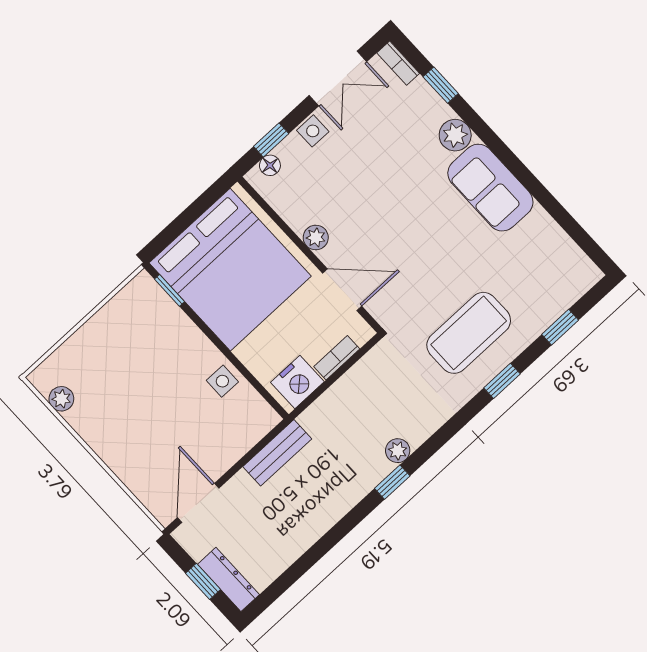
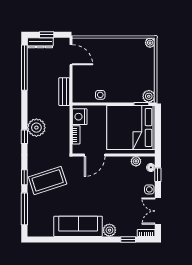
sofa: (490, 188) -> (78, 226), width x1.36
plant: (316, 237) -> (136, 161), moved
plant: (143, 290) -> (149, 96), added
window: (560, 327) -> (24, 209), width x2.17
coffee table: (469, 333) -> (48, 180), turned 72
plant: (61, 399) -> (150, 43), moved
plant: (398, 451) -> (36, 128), width x1.88, depth x1.88
window: (392, 482) -> (24, 137), moved
window: (301, 566) -> (24, 68), added

